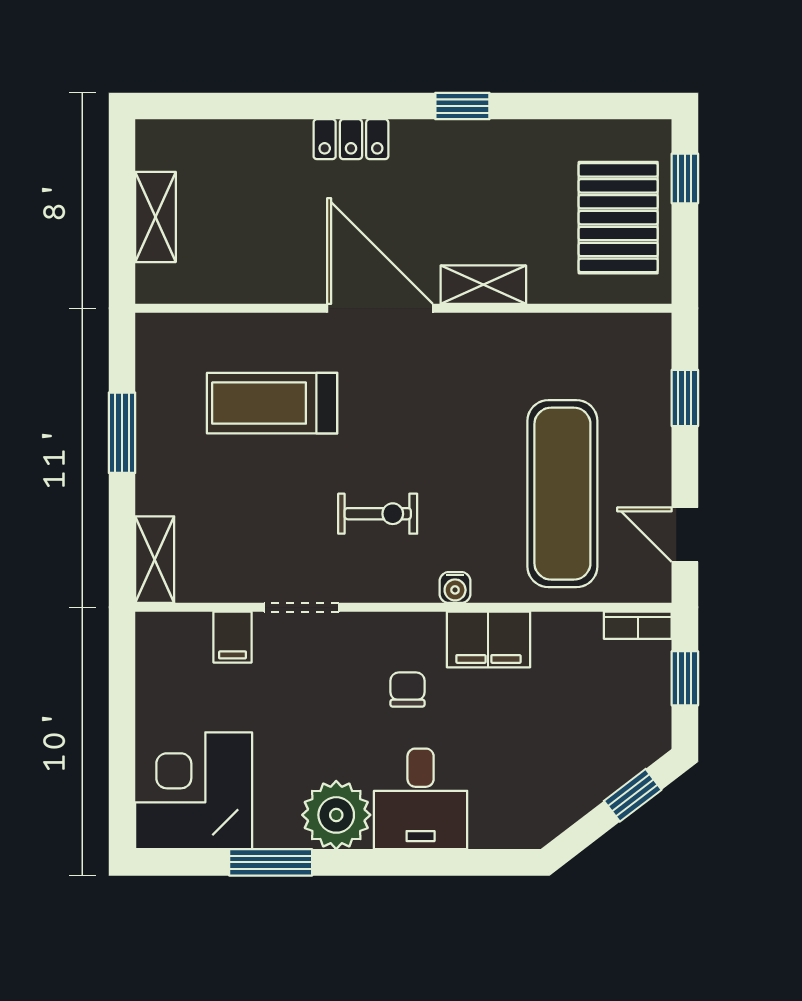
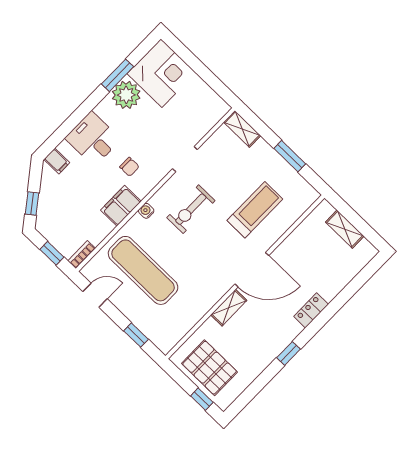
exercise bike: (378, 514) -> (191, 209), width x1.38, depth x1.39
filing cabinet: (233, 637) -> (57, 161), moved, turned 180
plant: (336, 815) -> (126, 95), moved

